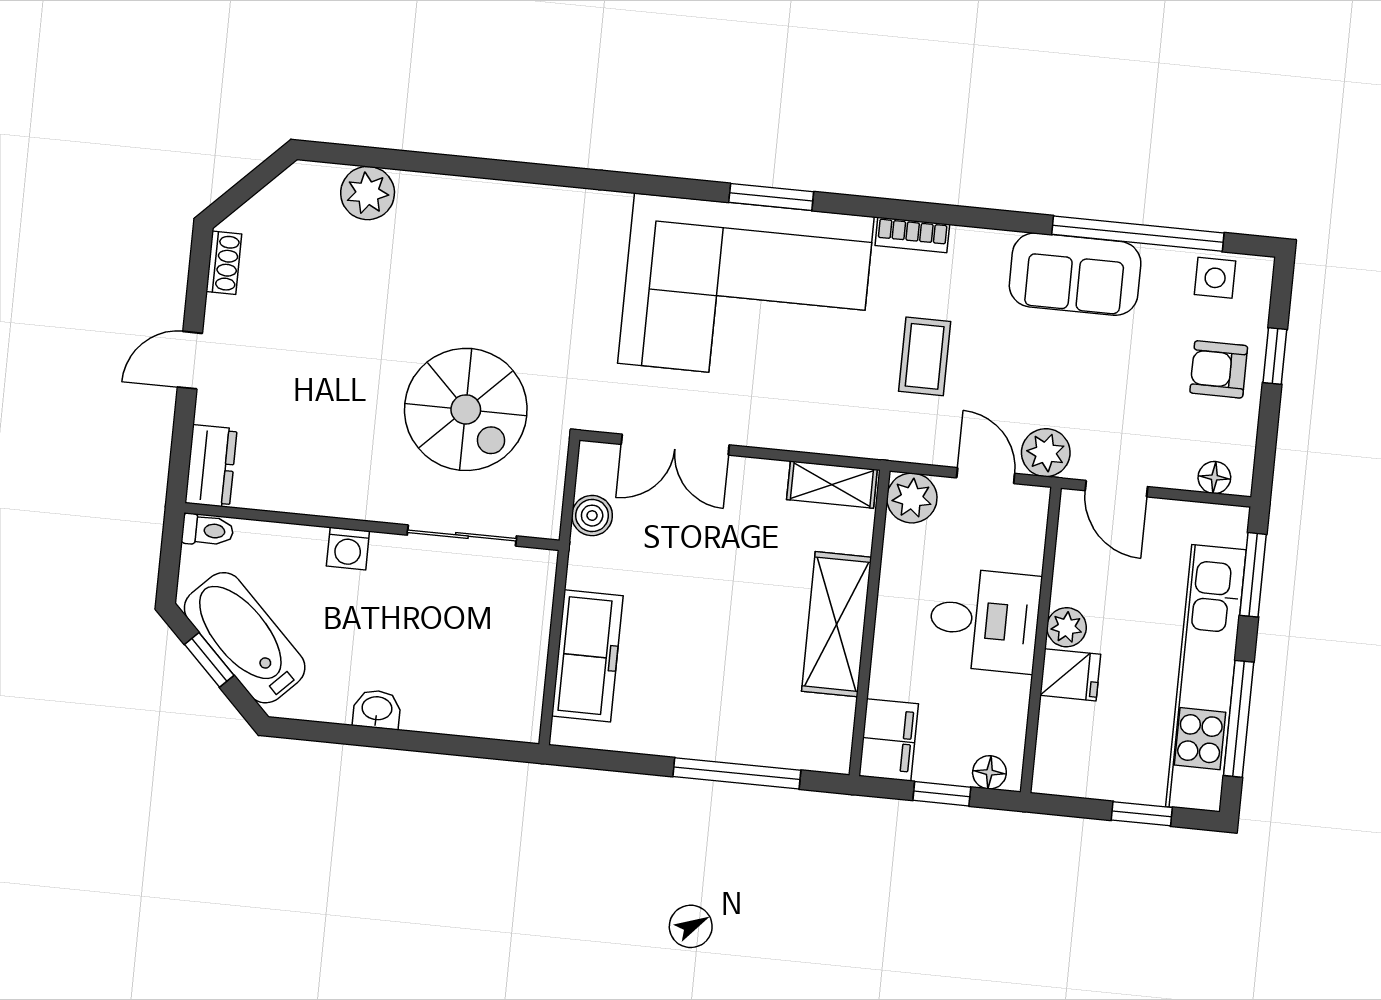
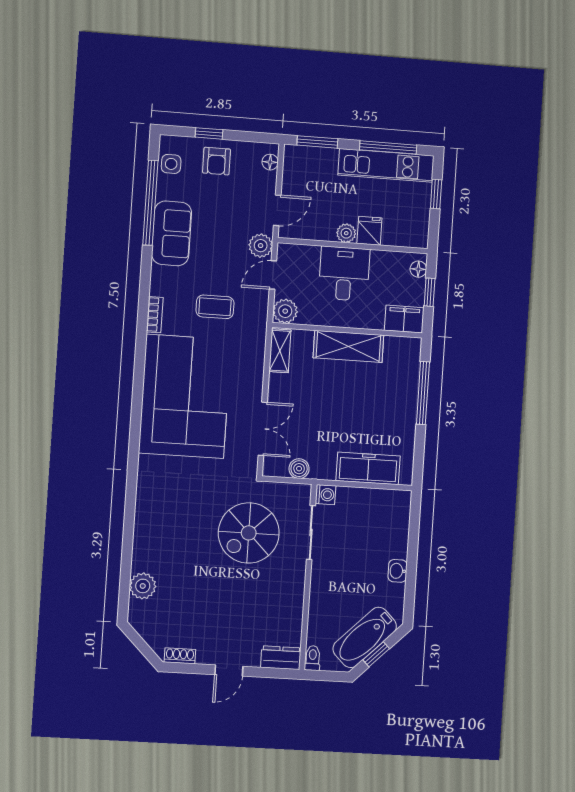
window: (771, 197) -> (138, 385), removed
door: (190, 360) -> (229, 671), hinge flipped
spiral stairs: (466, 409) -> (249, 533), turned 180
washing machine: (348, 549) -> (325, 495), moved
kitchen unit: (1206, 678) -> (386, 165), width x0.73

